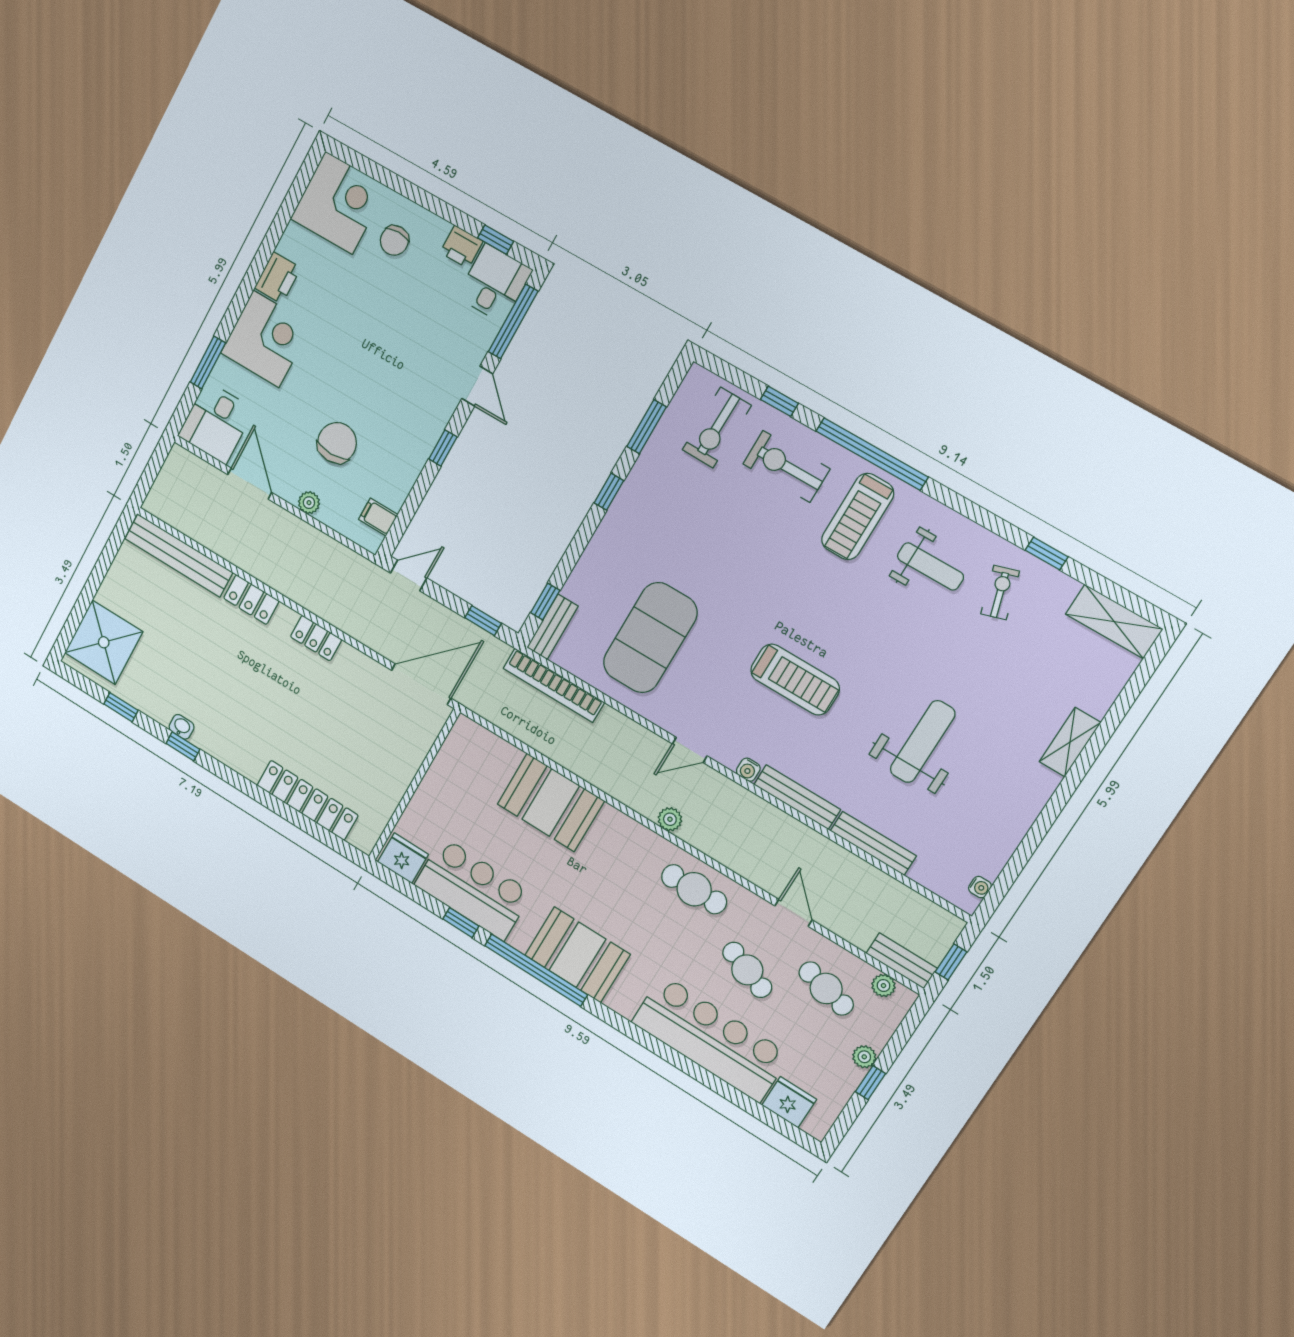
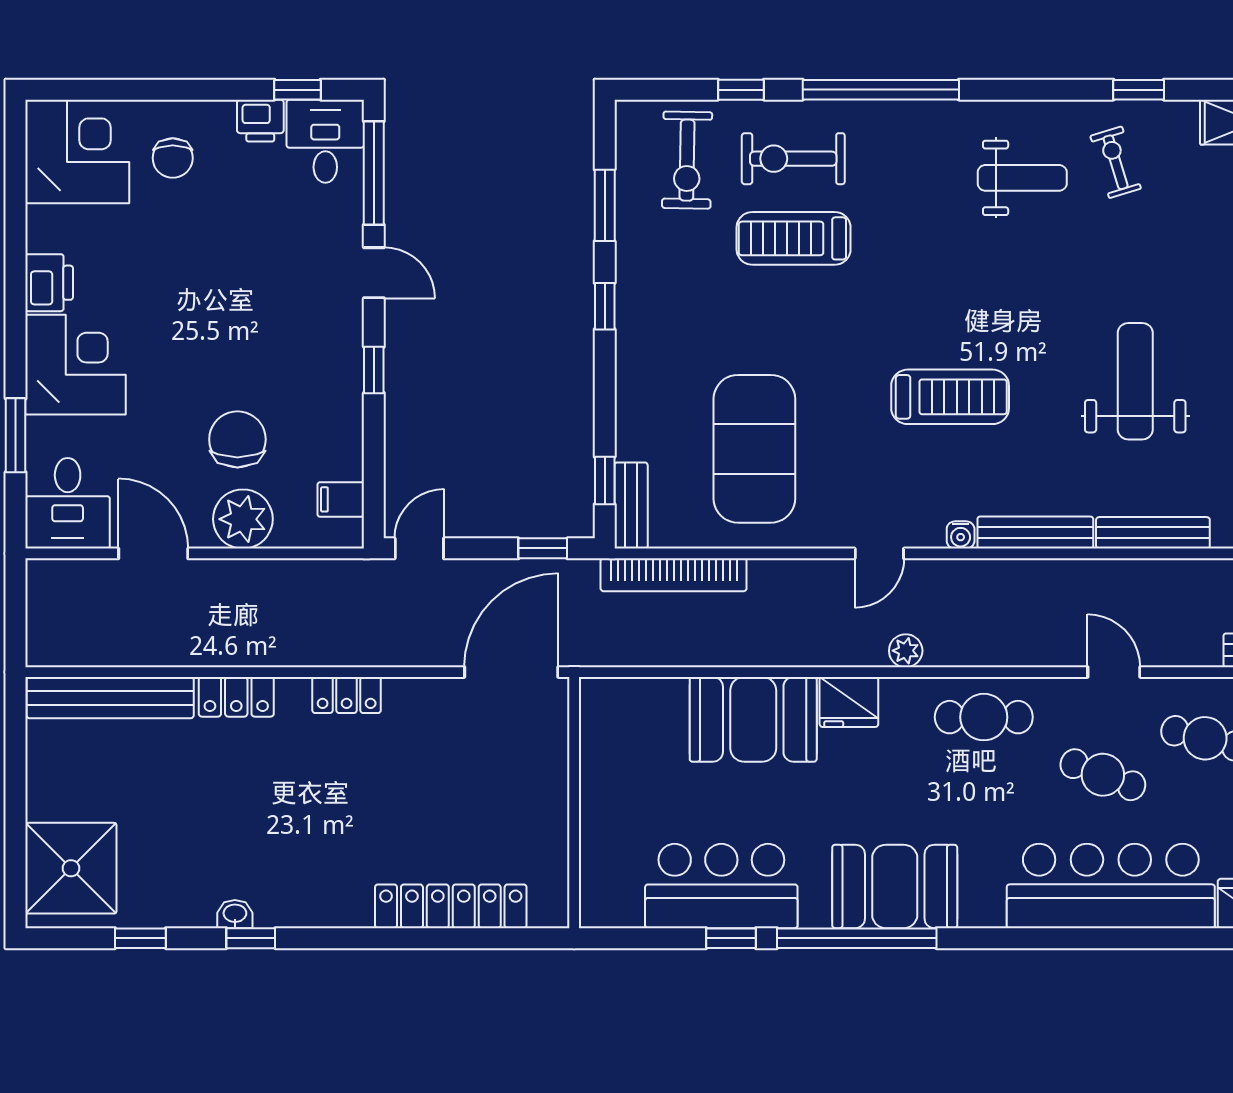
plant: (309, 503) -> (243, 519), width x1.87, depth x1.87
treadmill: (858, 517) -> (794, 238), moved, turned 90
fridge: (403, 858) -> (849, 702), moved, turned 180

